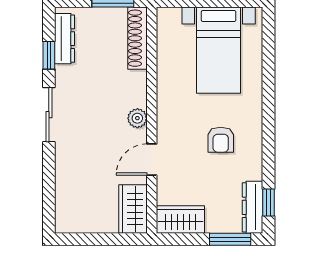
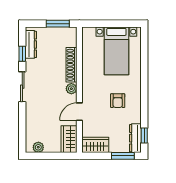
shoe rack: (138, 38) -> (71, 65), moved
plant: (78, 224) -> (38, 147), added

